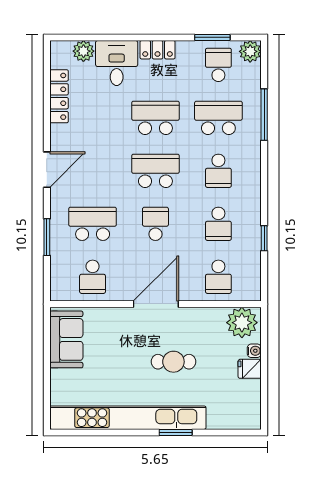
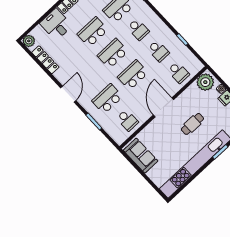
plant: (83, 51) -> (29, 41), moved
school desk: (155, 224) -> (133, 75), width x1.85

